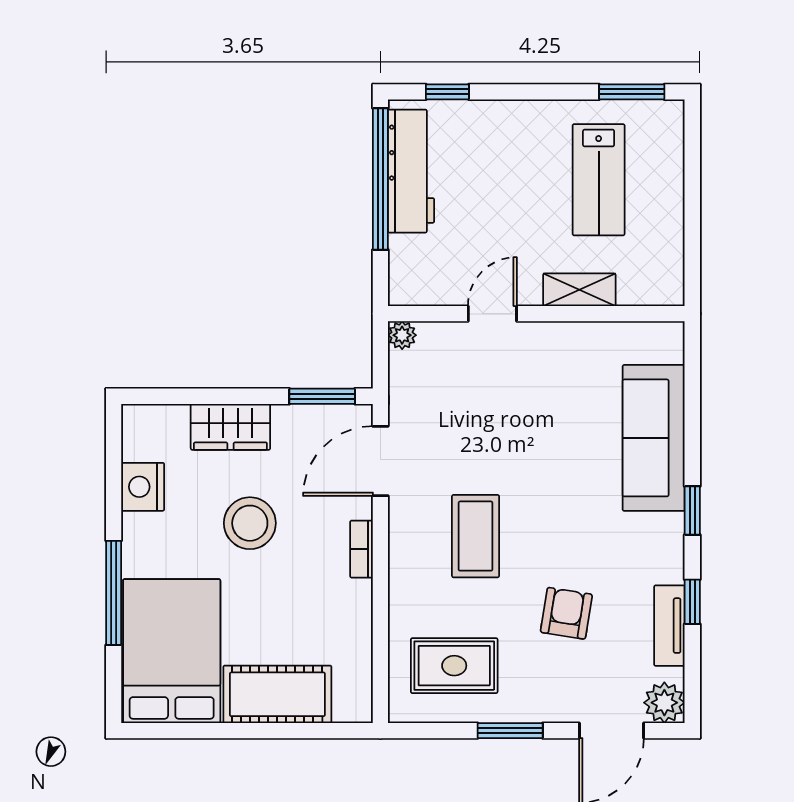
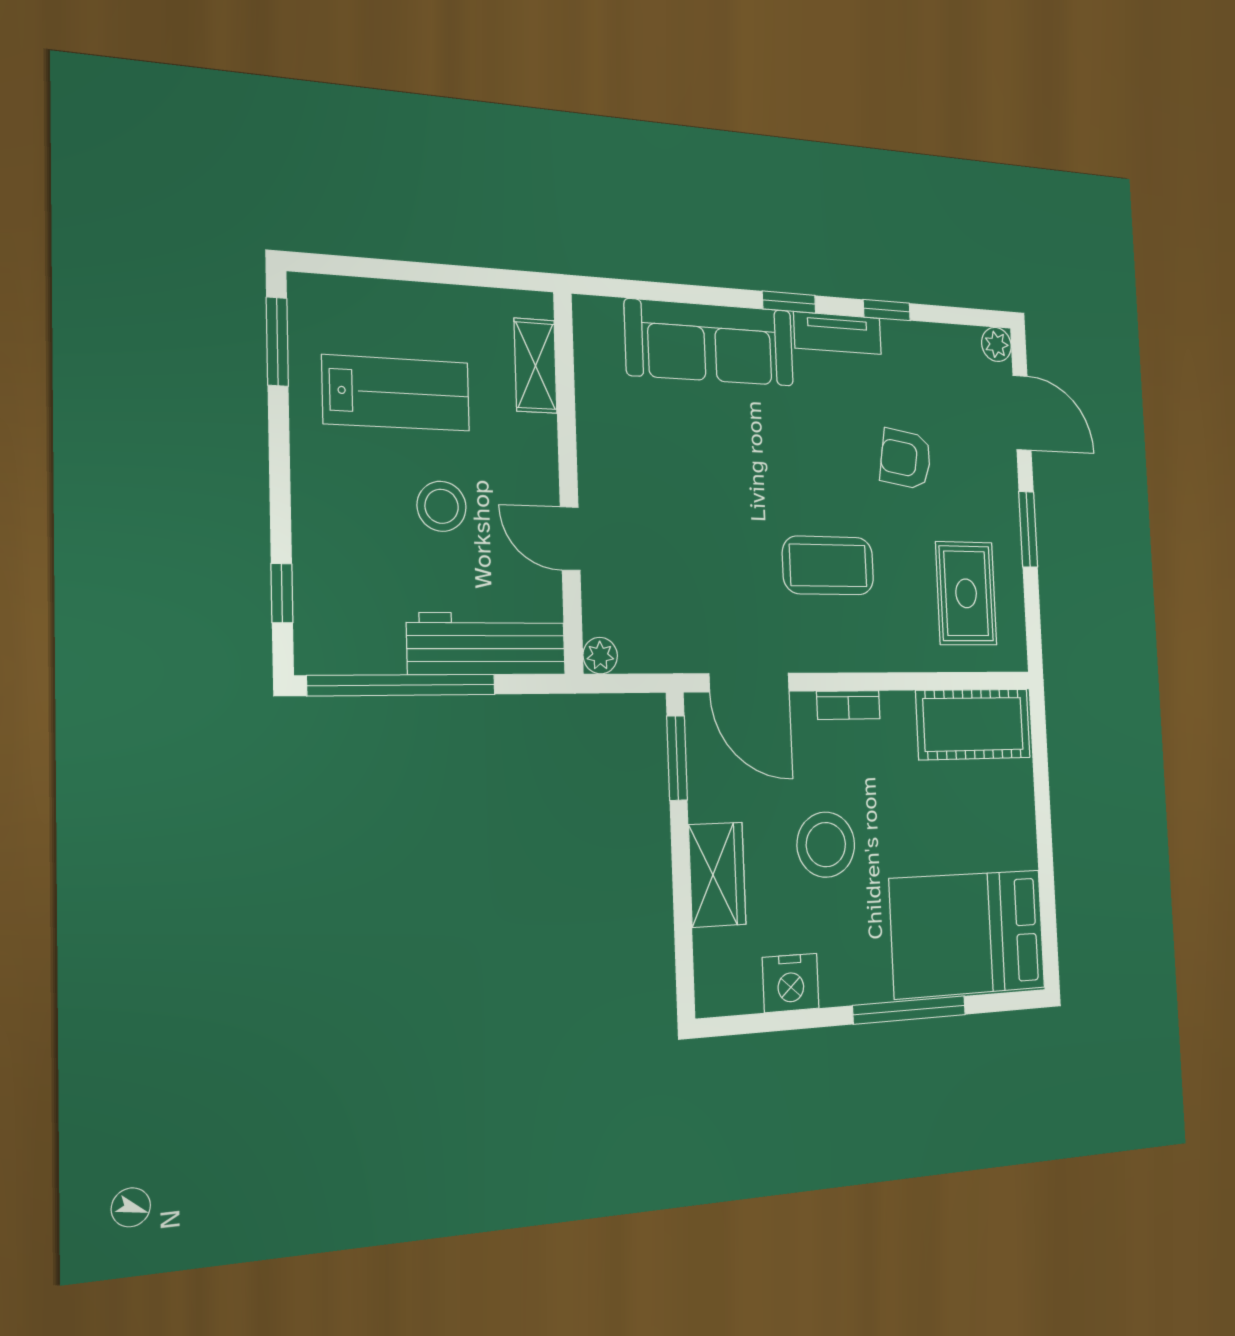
workbench: (411, 171) -> (487, 644), moved
stool: (514, 212) -> (442, 506), added
shelving: (579, 290) -> (535, 366), moved
tv unit: (669, 626) -> (838, 333), moved
cot: (277, 694) -> (973, 724), moved, turned 90
plant: (664, 703) -> (996, 344), width x0.73, depth x0.73

